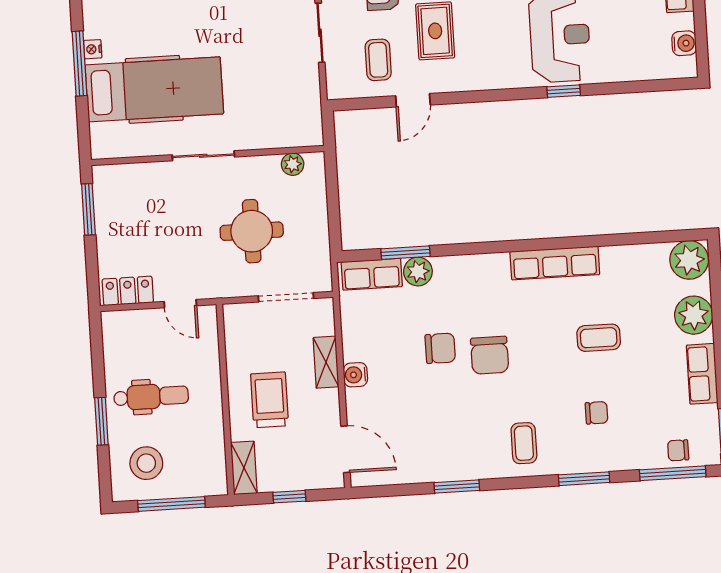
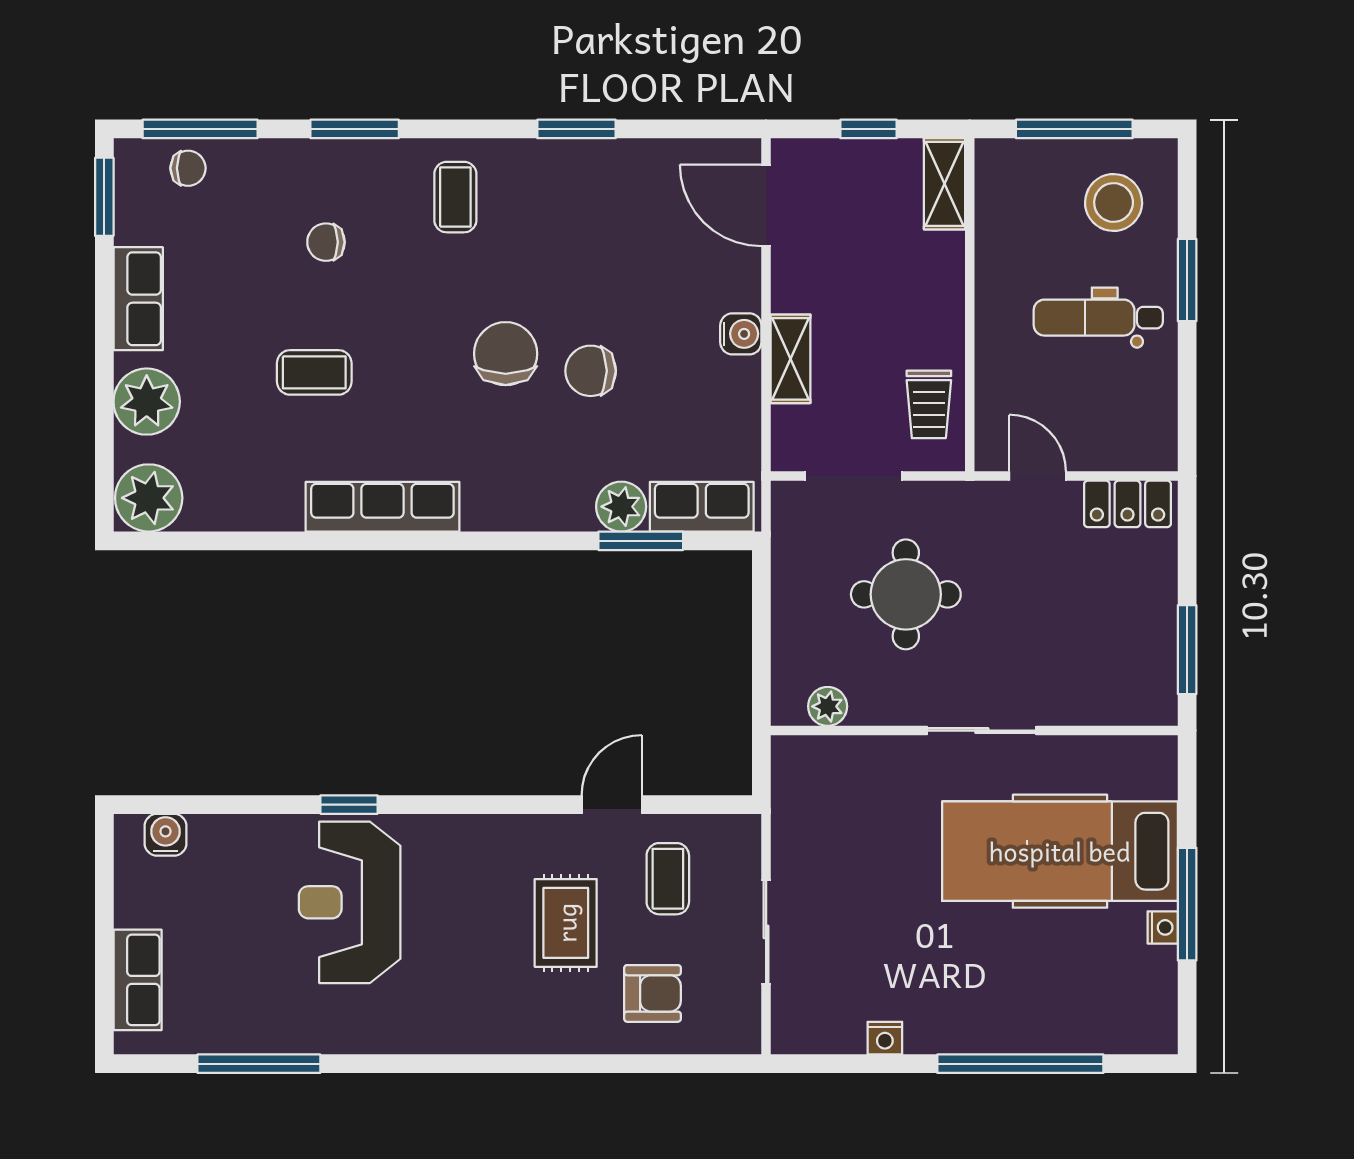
water cooler: (684, 43) -> (166, 835), moved, turned 90
trolley: (270, 400) -> (929, 404), moved, width x0.73, depth x0.72

